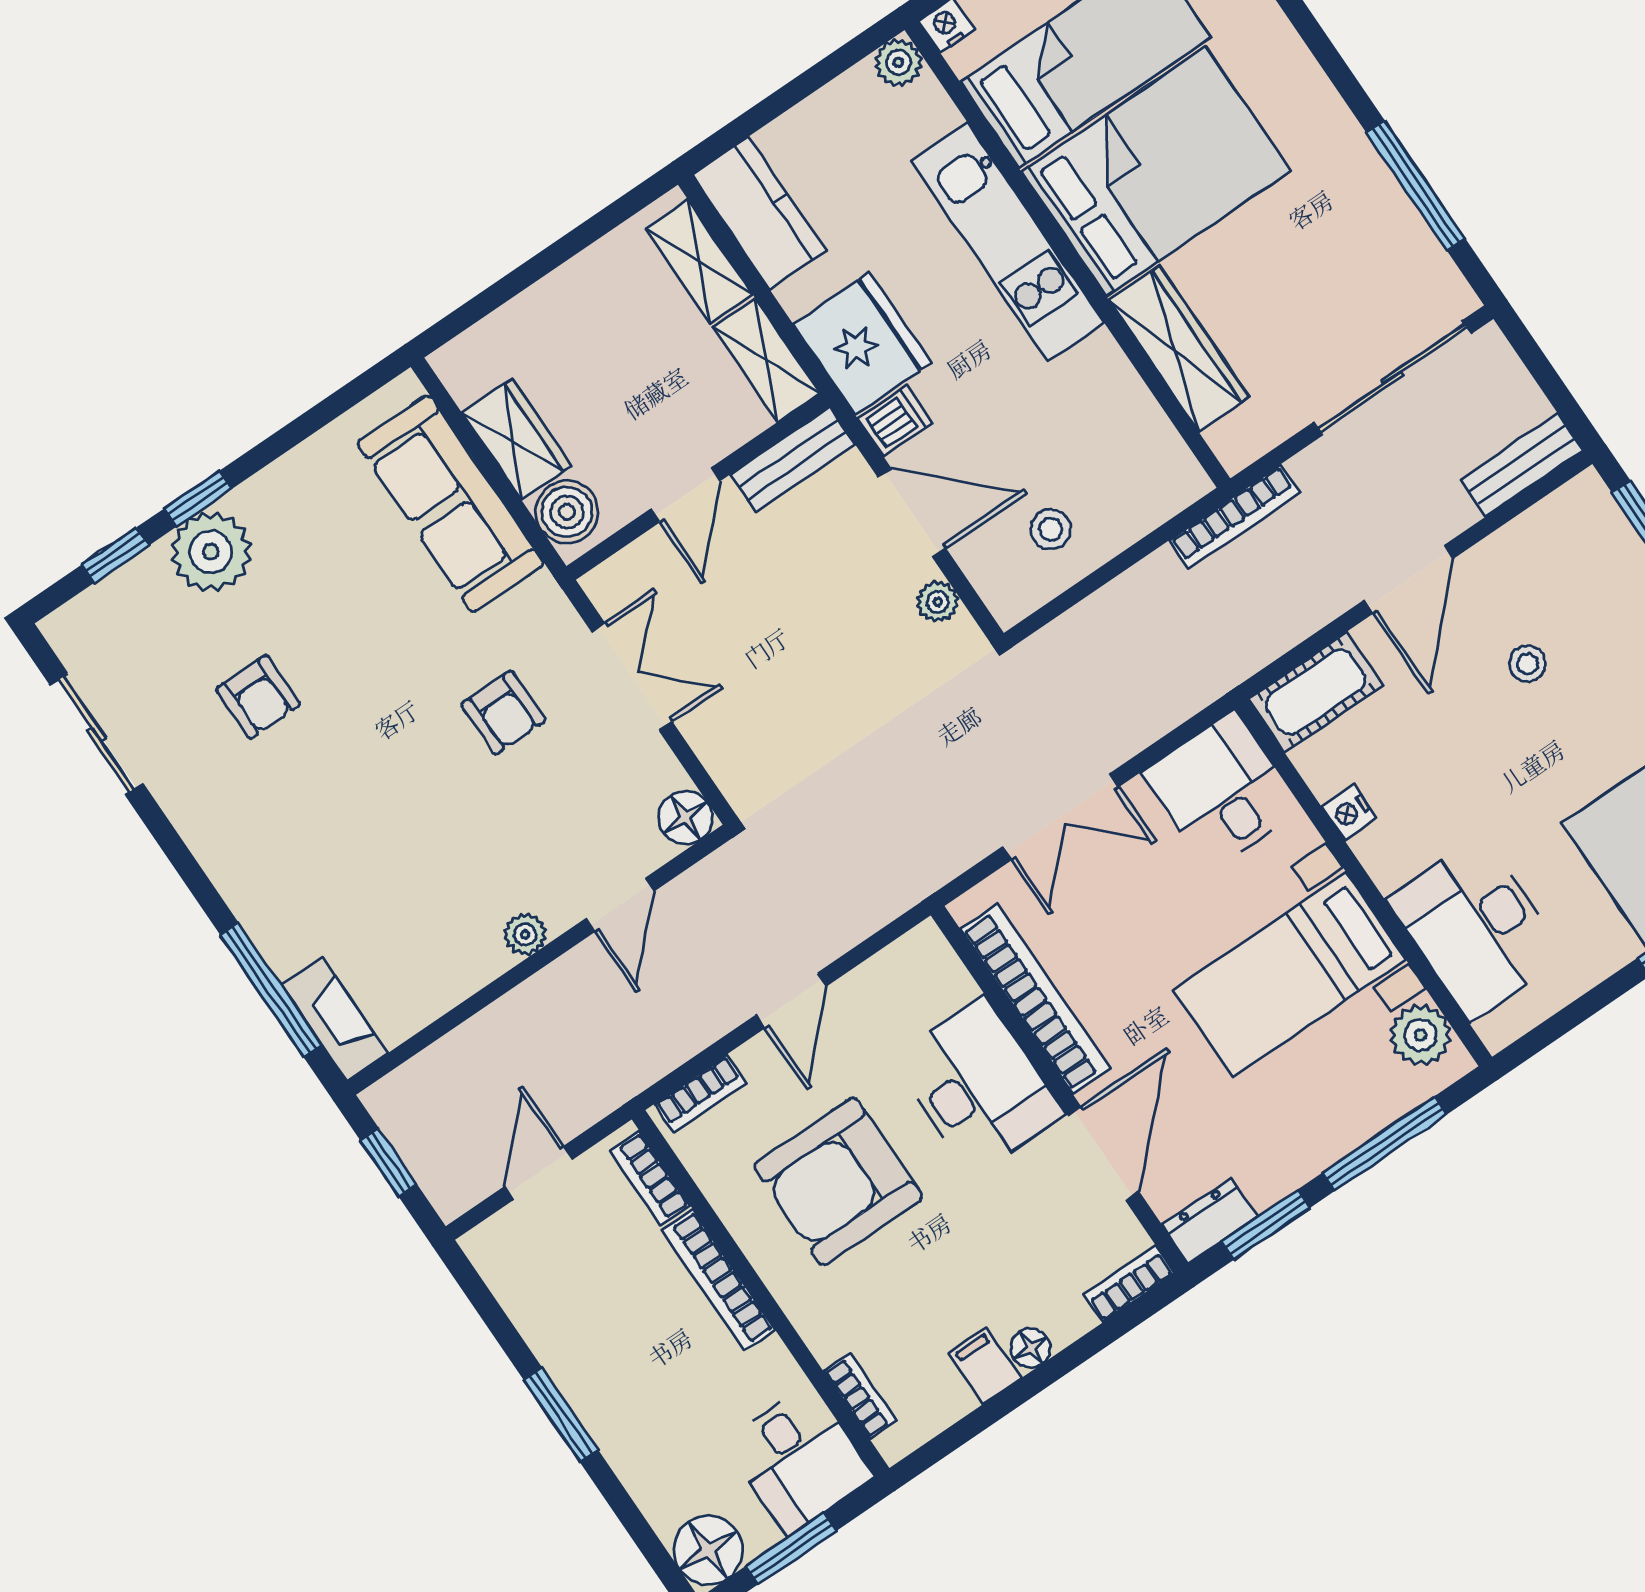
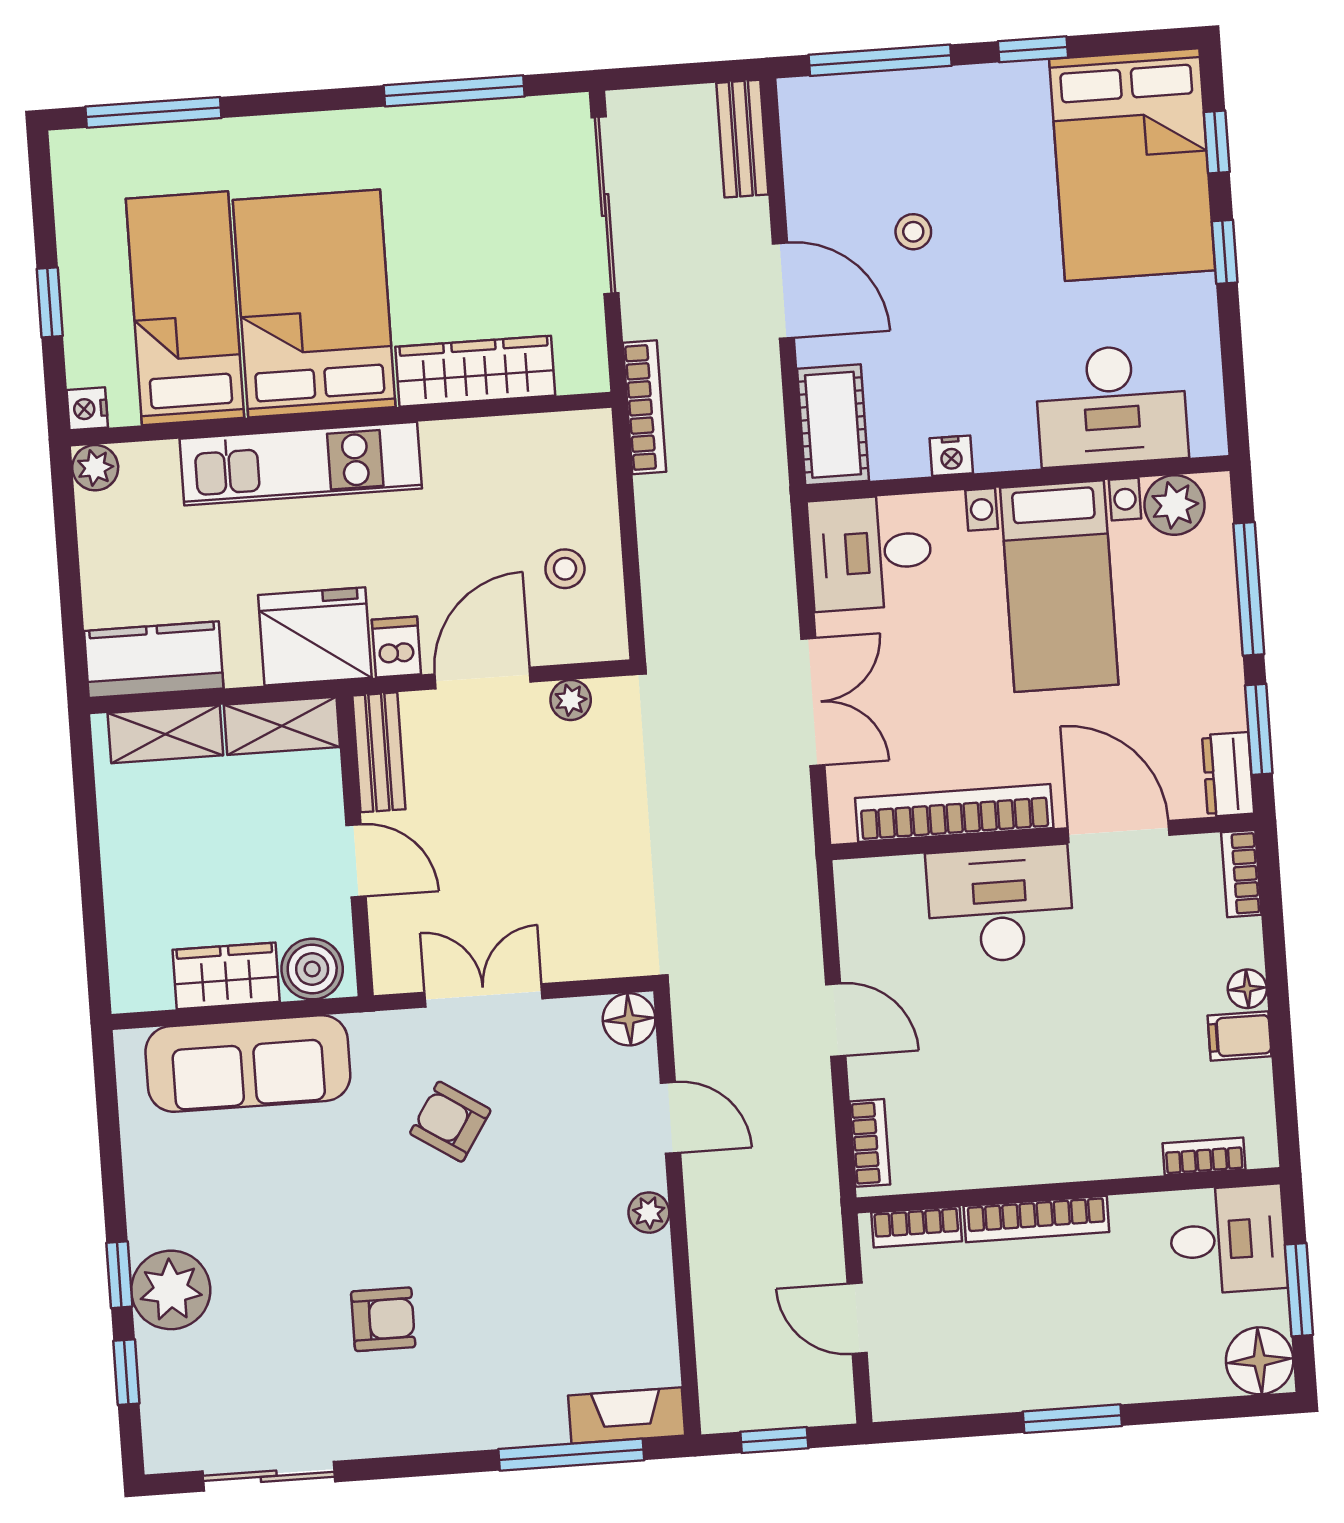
armchair: (258, 697) -> (383, 1319), moved
armchair: (503, 712) -> (450, 1122), turned -147
armchair: (838, 1182) -> (1012, 1069), removed

